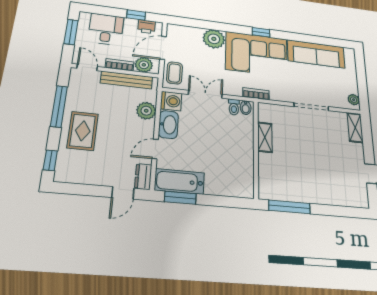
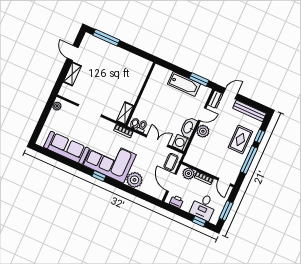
window: (136, 15) -> (199, 221), moved
door: (163, 48) -> (171, 183), swing flipped
bench: (127, 80) -> (249, 111), moved
double door: (205, 94) -> (157, 141), swing flipped
plant: (146, 111) -> (203, 131), moved
shelving: (355, 128) -> (72, 74), moved
shelving: (265, 137) -> (125, 113), moved
window: (50, 160) -> (260, 136), moved
bathtub: (179, 182) -> (184, 84), moved
window: (289, 207) -> (106, 38), moved

